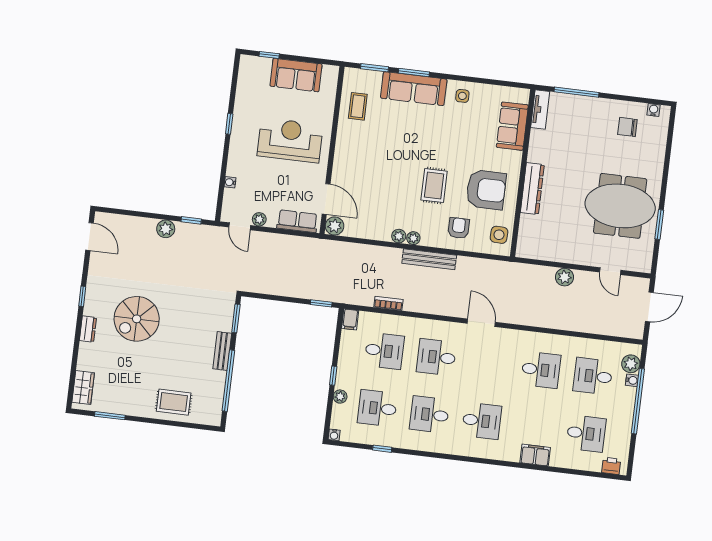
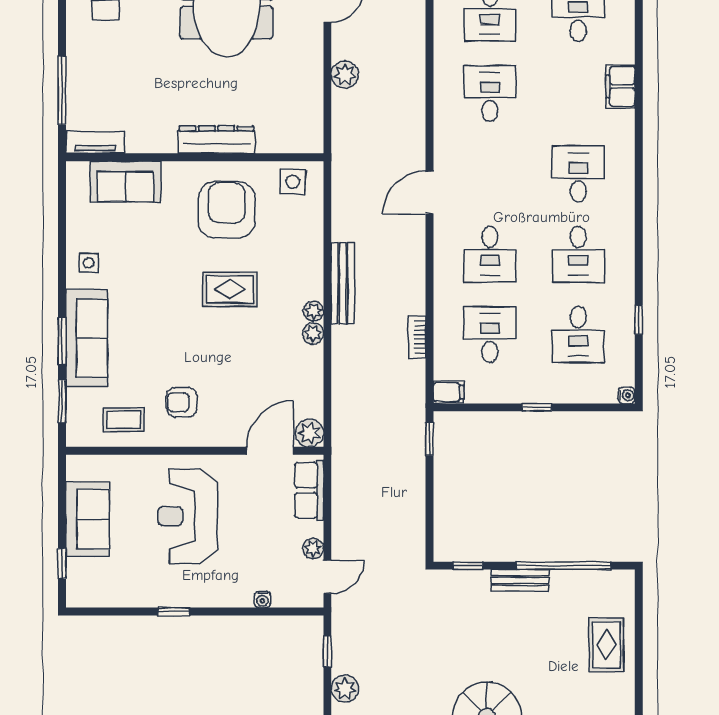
armchair: (459, 228) -> (182, 402), moved
window: (236, 318) -> (468, 566), width x0.67
plant: (340, 397) -> (567, 393), removed

